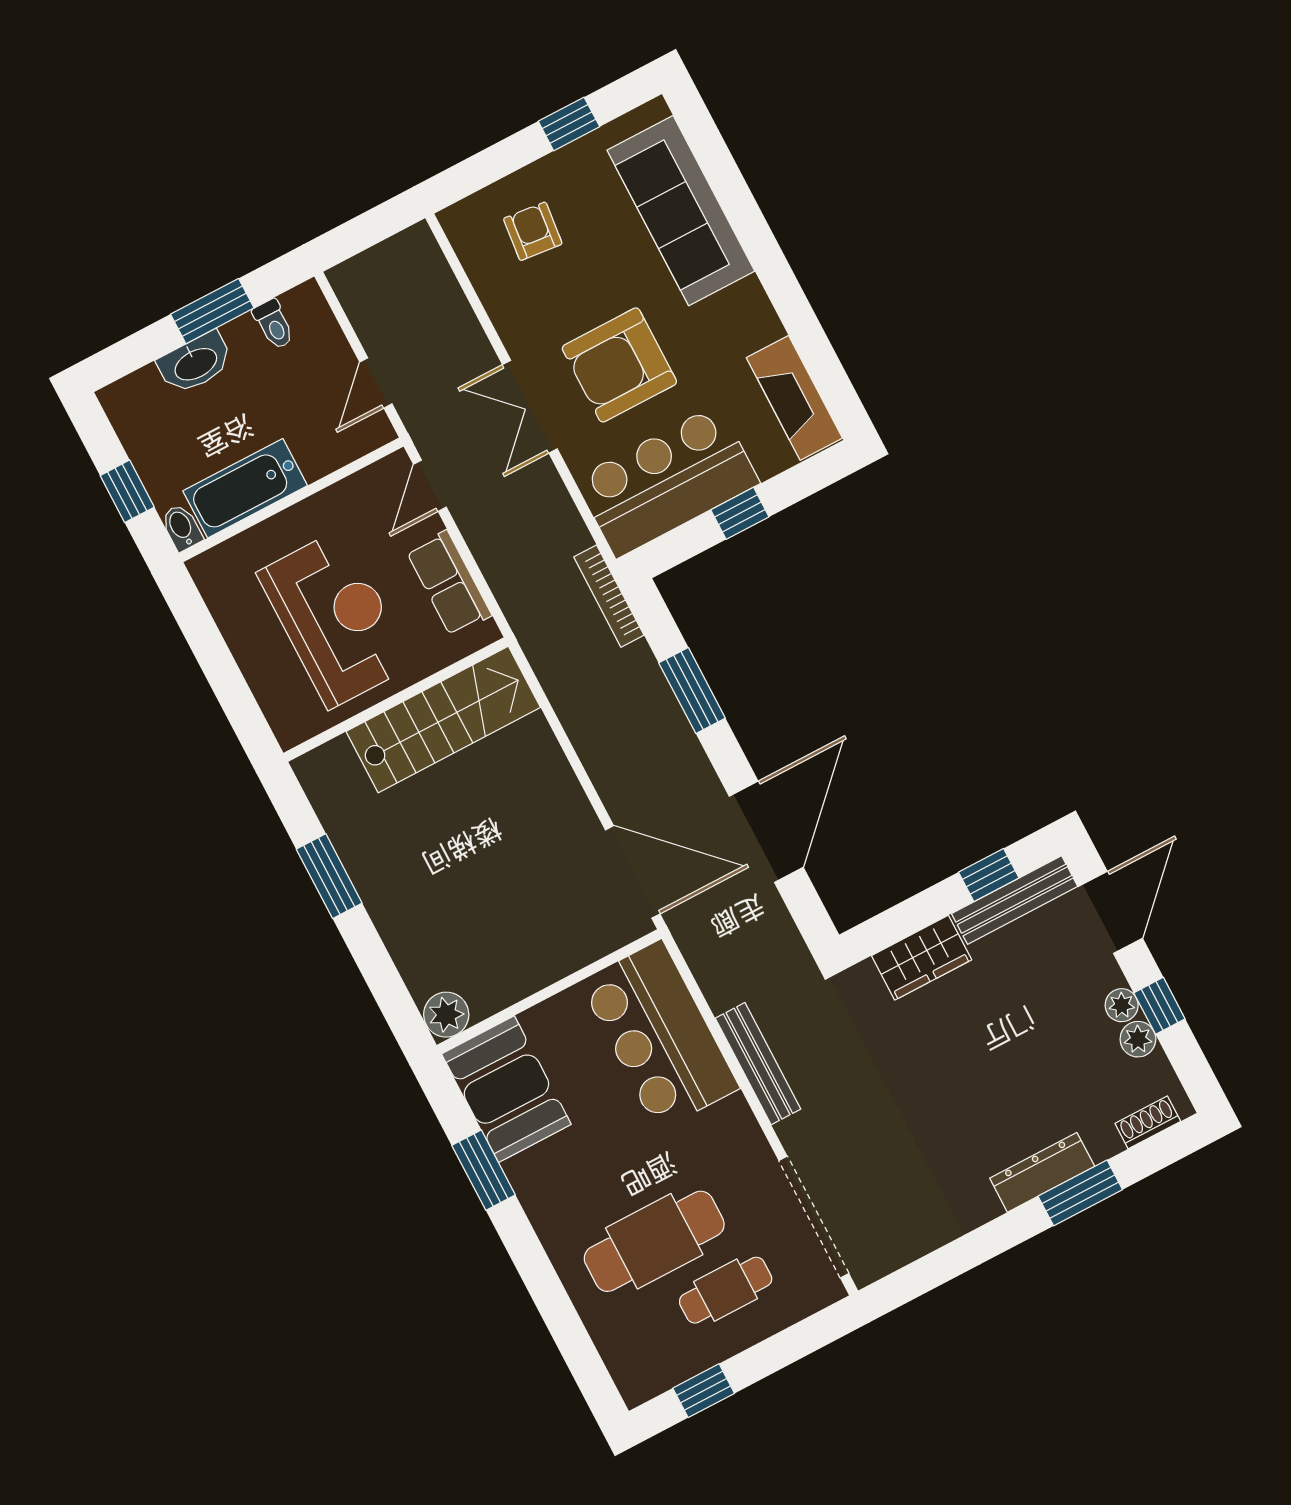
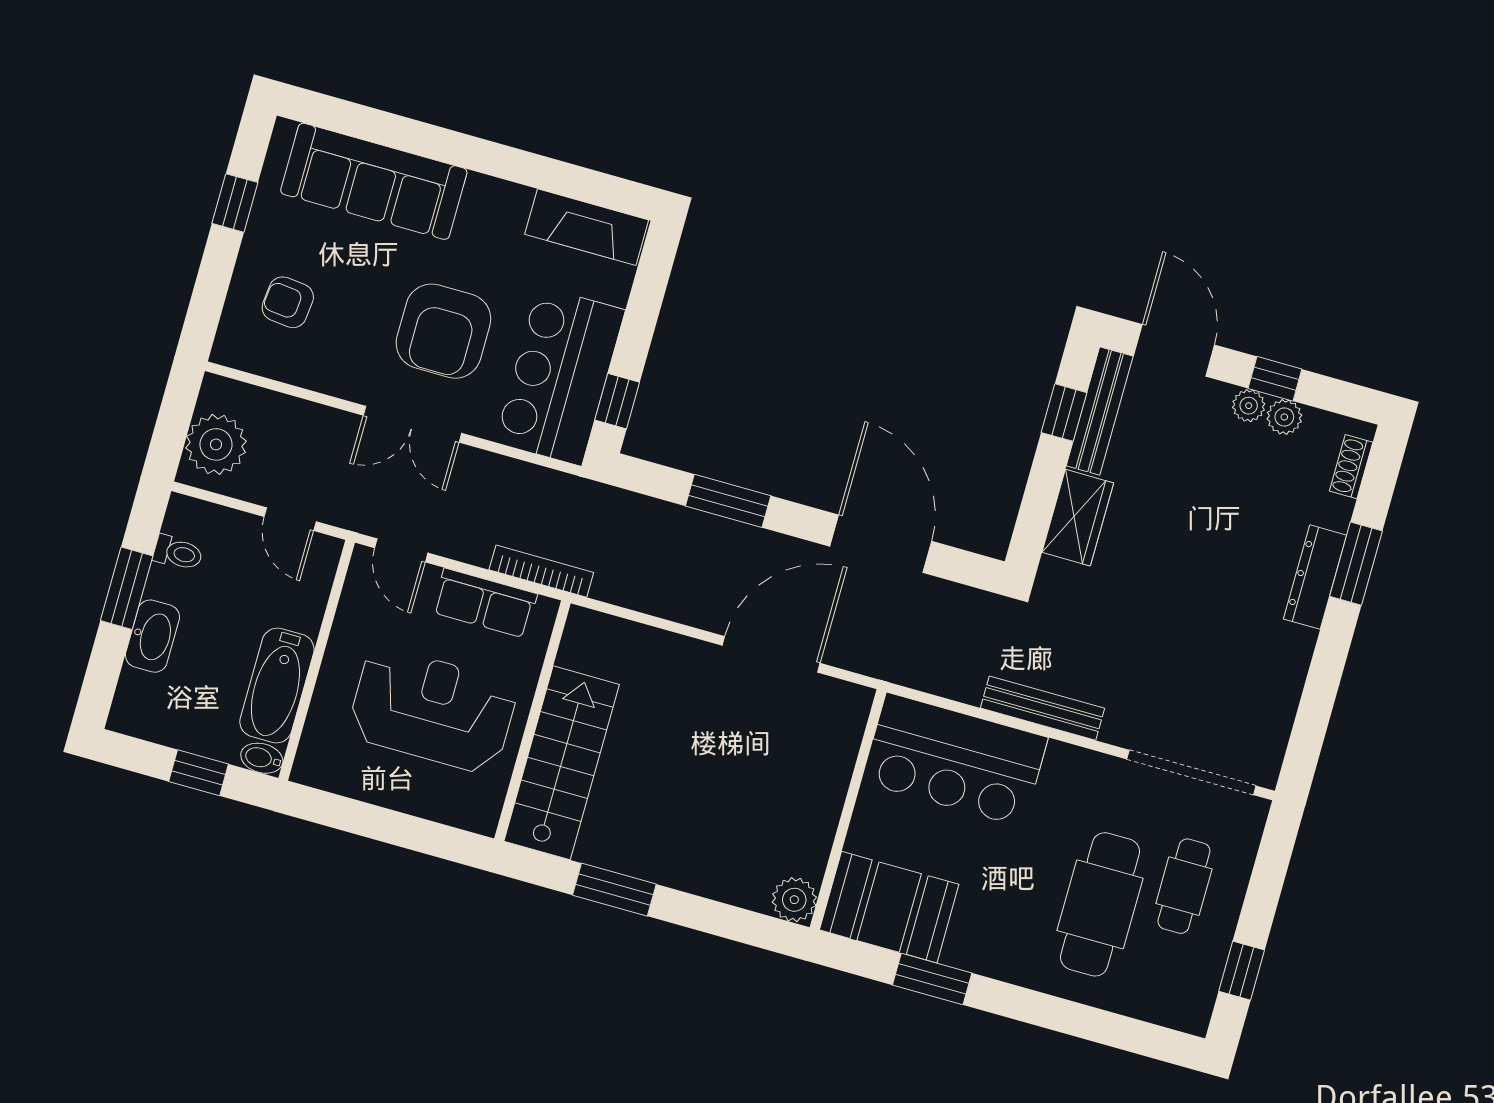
plant: (379, 277) -> (216, 444), added
window: (740, 513) -> (617, 401), moved
bookcase: (609, 596) -> (541, 571), moved, turned 180
stairs: (443, 719) -> (562, 763), moved
door: (633, 872) -> (771, 654), moved

